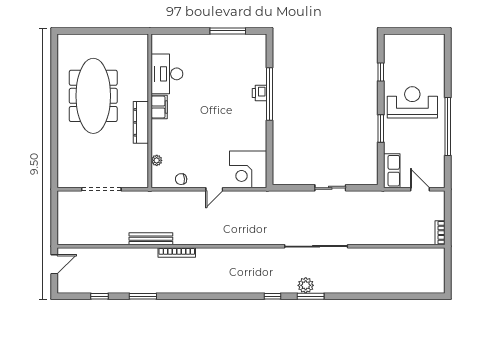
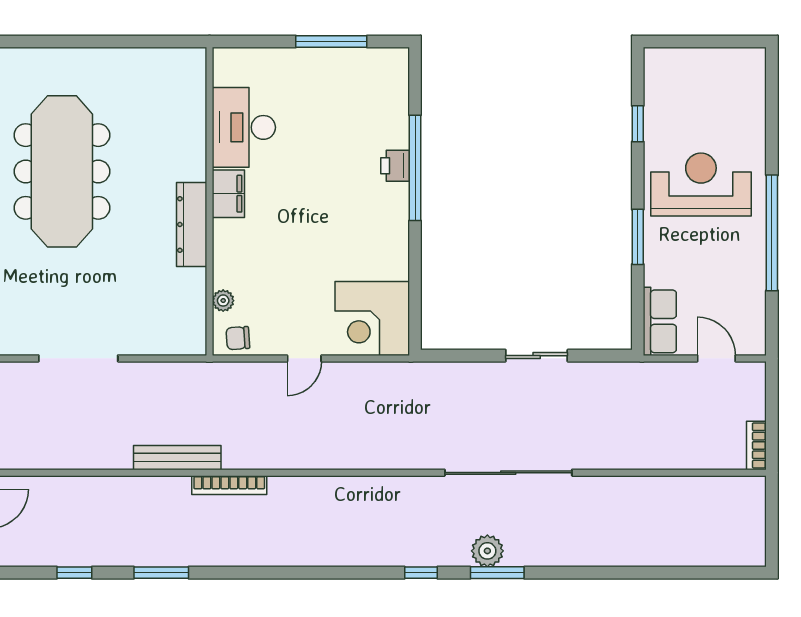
desk: (167, 74) -> (244, 127), moved
filing cabinet: (159, 107) -> (228, 194), moved
wall: (150, 111) -> (209, 201), moved
dresser: (141, 122) -> (192, 224), moved
plant: (157, 160) -> (223, 301), moved

